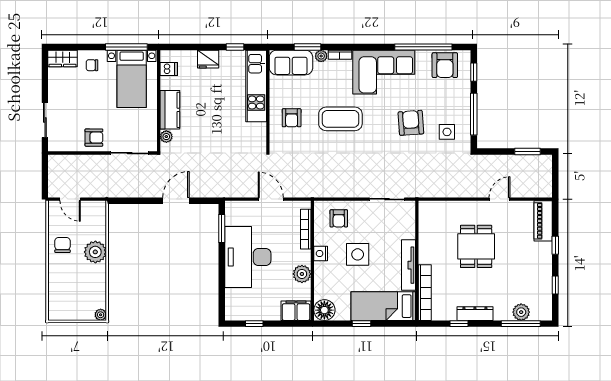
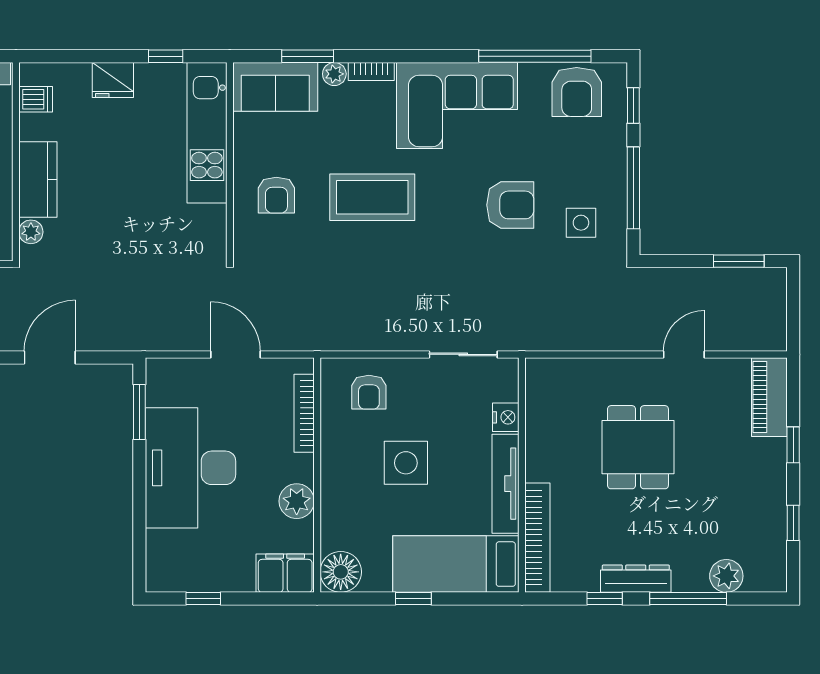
armchair: (411, 123) -> (510, 205), turned 94
nightstand: (321, 254) -> (506, 417), moved, turned 180
window: (521, 324) -> (688, 598), moved

